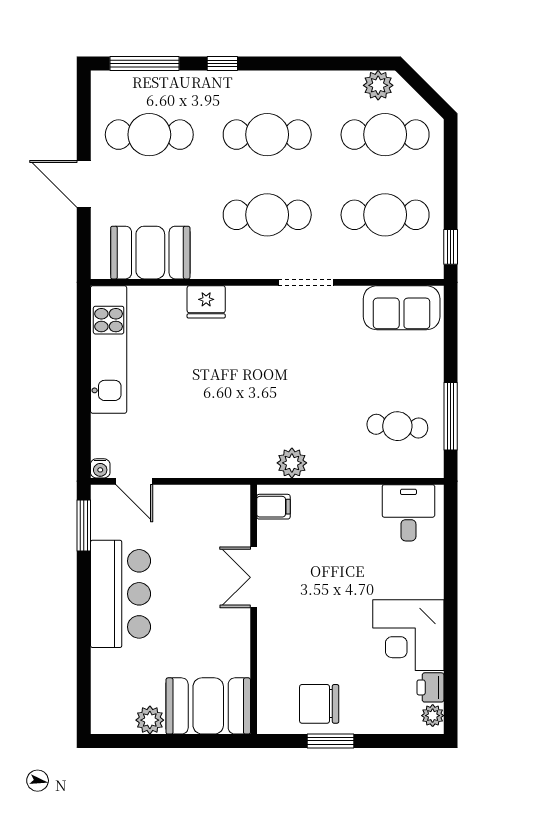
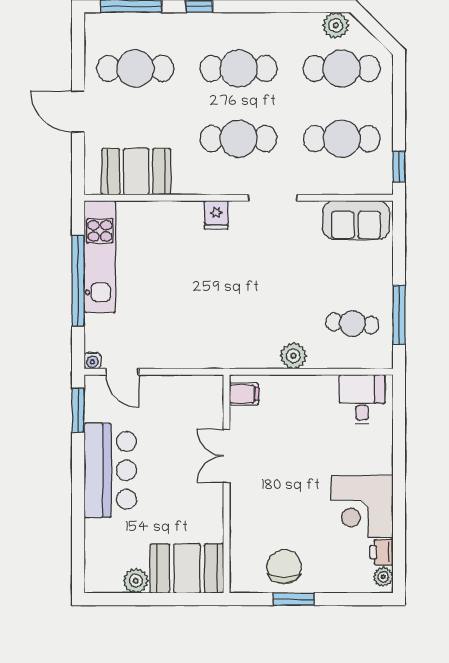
fridge: (206, 302) -> (216, 215), moved, width x0.72
window: (84, 377) -> (78, 281), added
plant: (292, 463) -> (293, 356), moved
chair: (319, 704) -> (284, 567), turned 90

